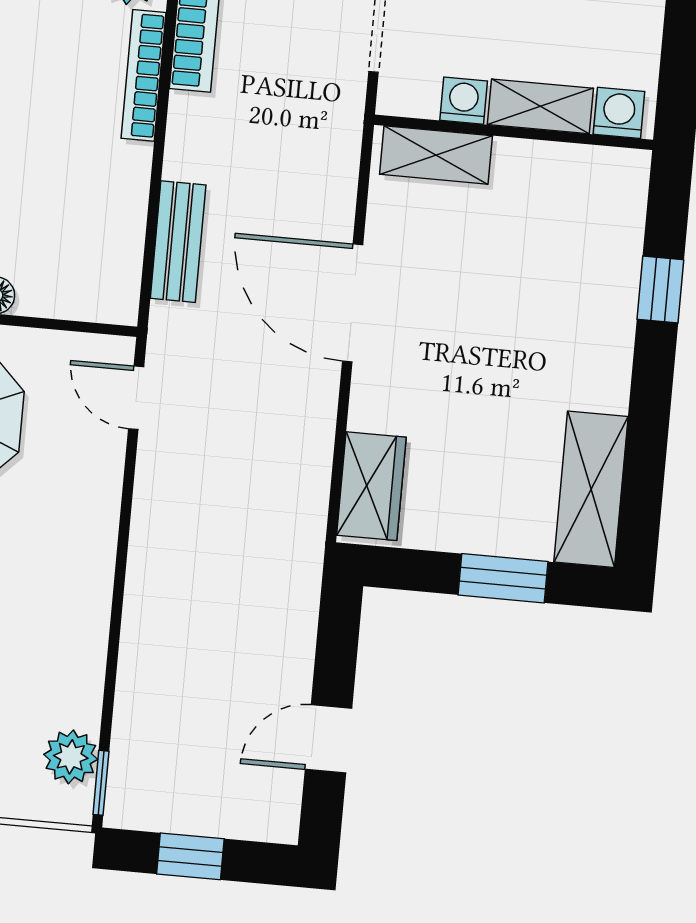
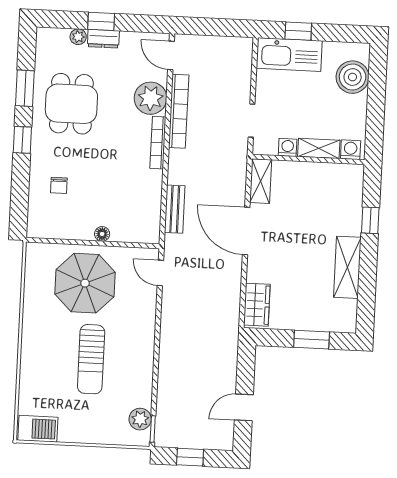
shelving: (436, 155) -> (261, 181), moved, turned 90
shelving: (591, 489) -> (347, 267), moved

